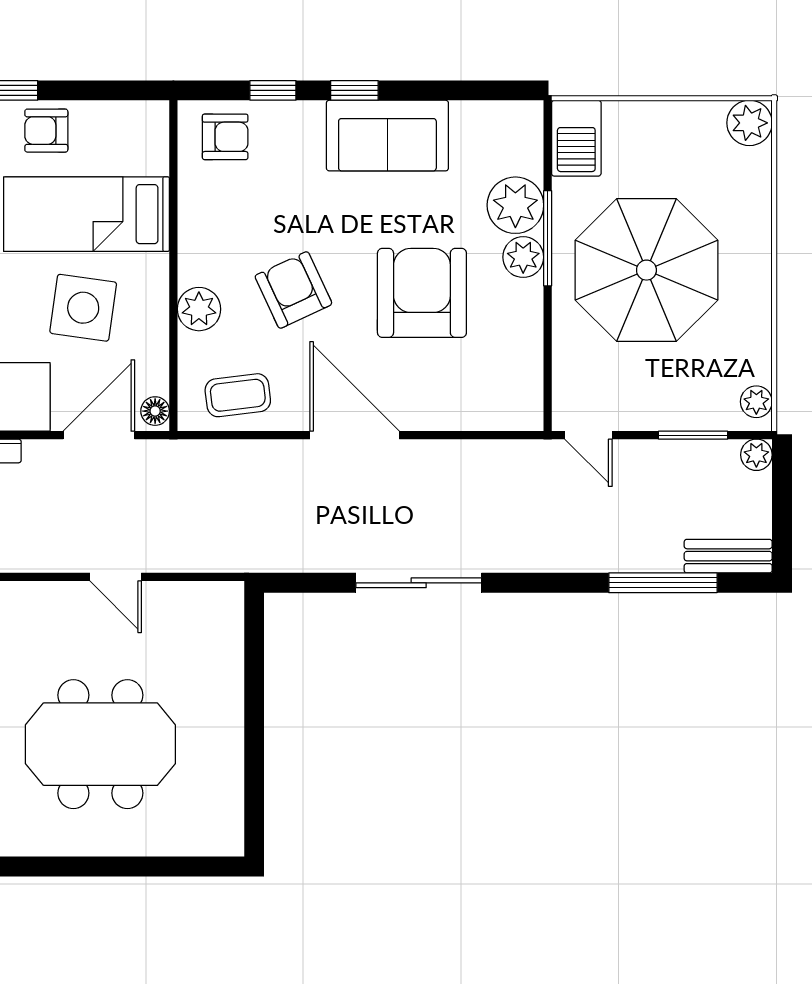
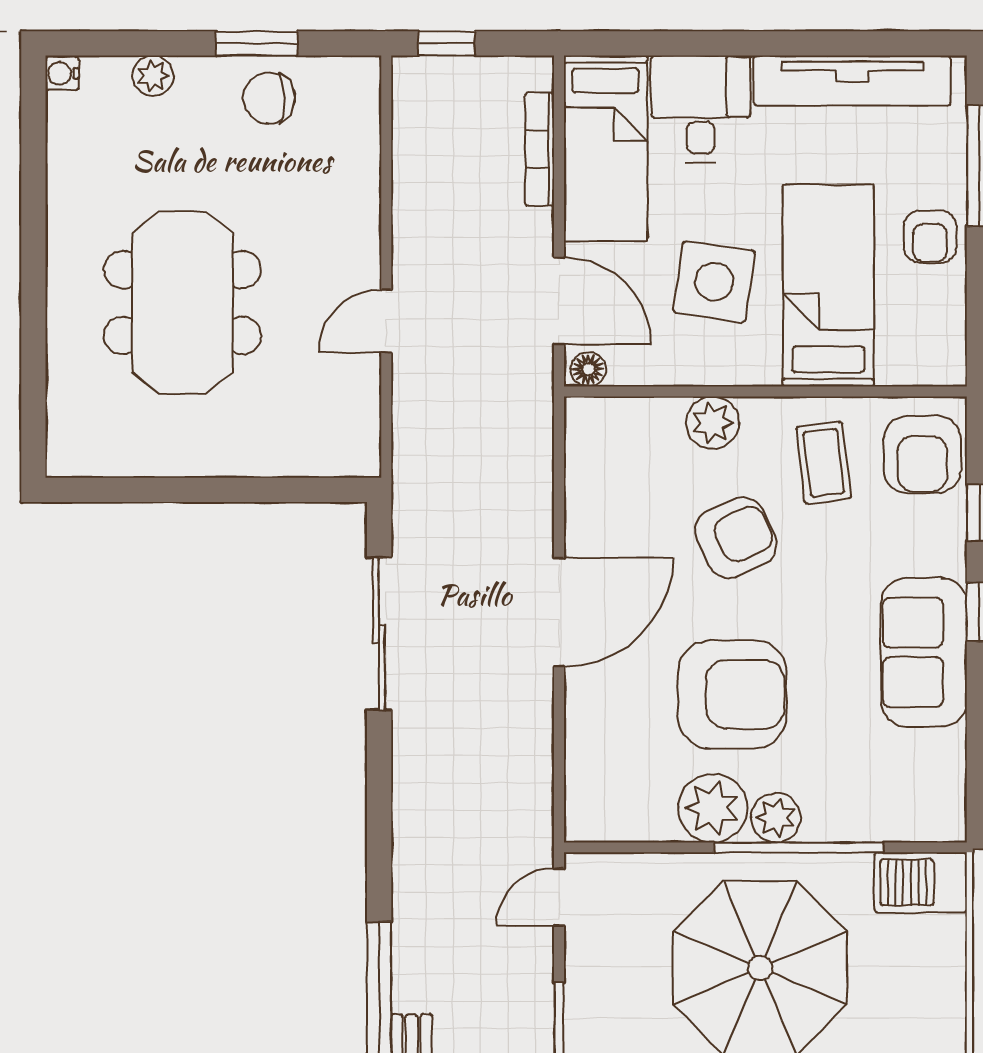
armchair: (46, 131) -> (930, 237), turned 180
armchair: (225, 137) -> (922, 455), width x1.38, depth x1.38
plant: (515, 205) -> (713, 808), moved
window: (548, 238) -> (799, 847), width x1.46
coffee table: (238, 395) -> (824, 463), moved
sliding door: (419, 583) -> (379, 634), moved

